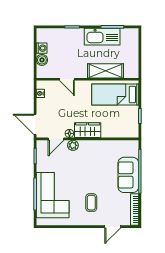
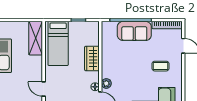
shelving: (105, 71) -> (36, 38), moved
door: (67, 79) -> (44, 89), swing flipped
wardrobe: (88, 130) -> (92, 58), moved

